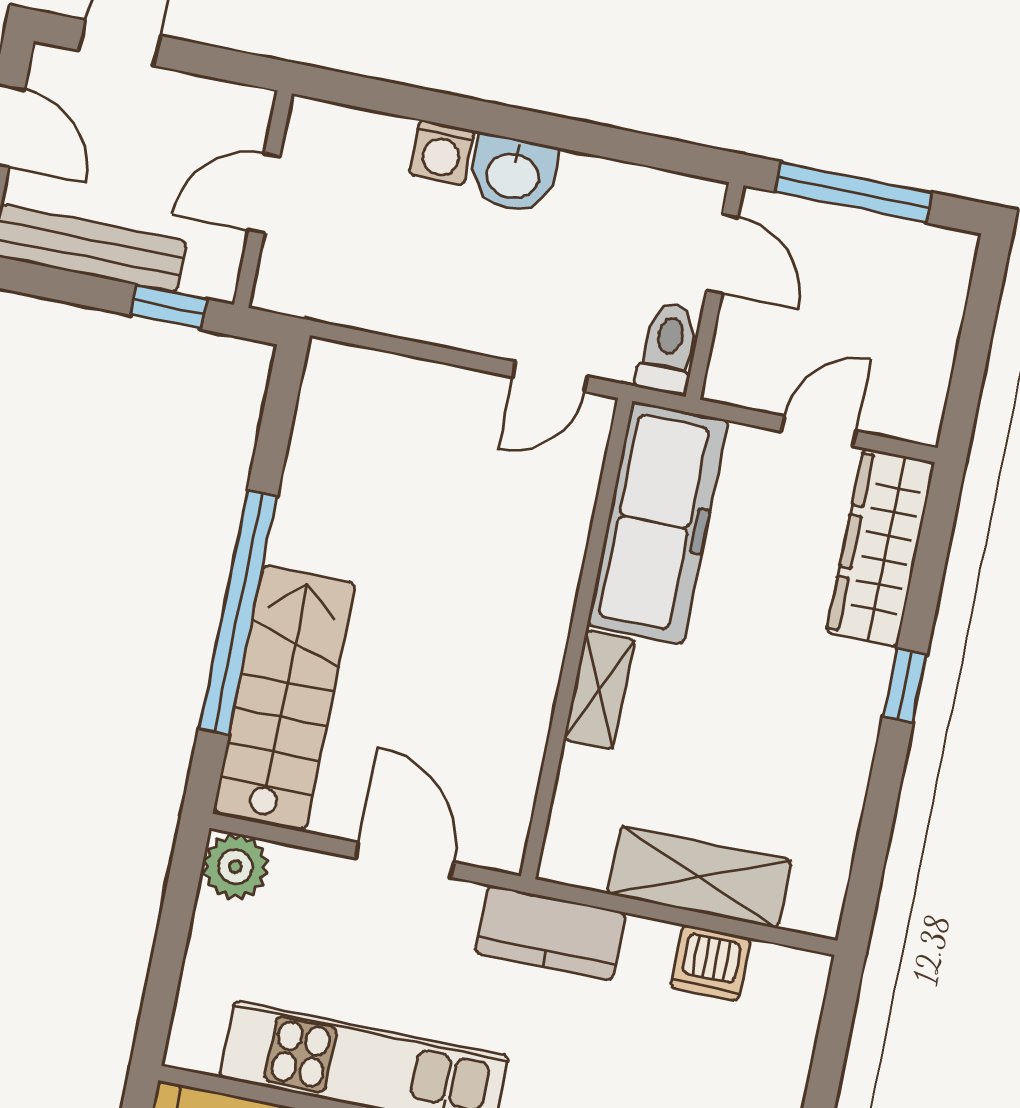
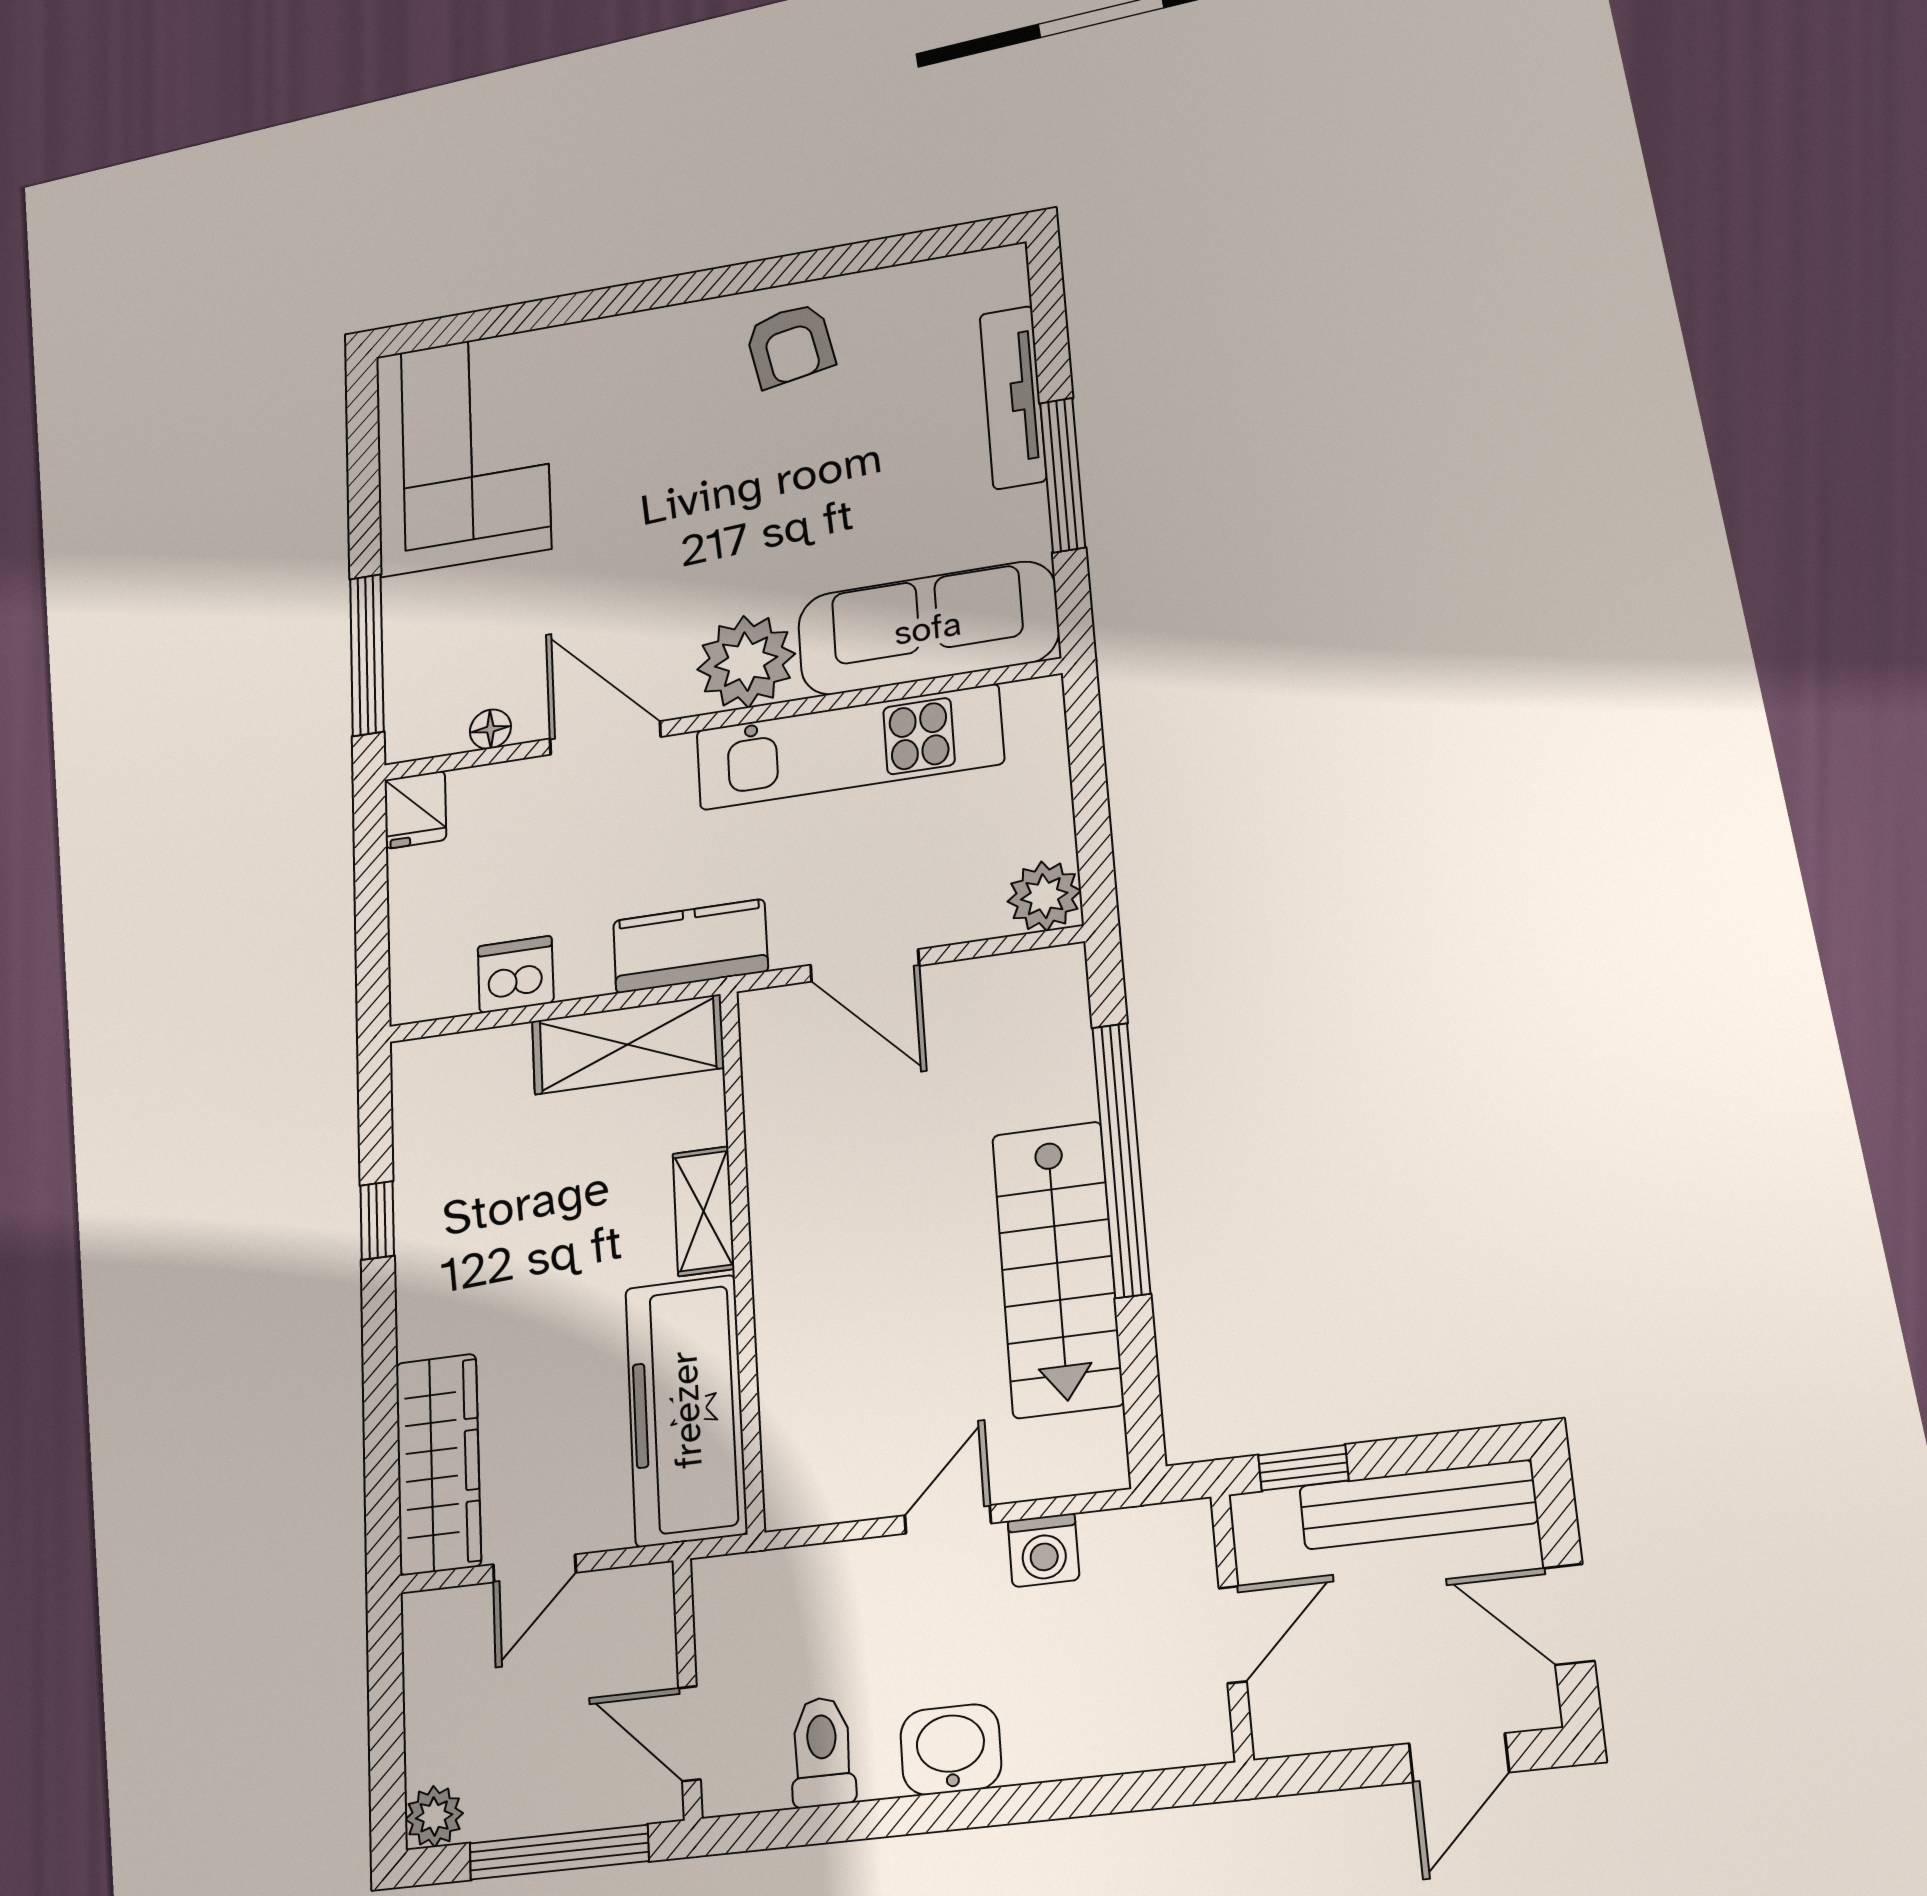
washing machine: (442, 153) -> (1044, 1550), moved, turned 180
plant: (951, 254) -> (434, 1816), added
toilet: (668, 348) -> (822, 1752), moved, turned 180
door: (550, 377) -> (948, 1519), moved
window: (905, 686) -> (377, 1220), moved
stairs: (284, 697) -> (1057, 1269), moved
shelving: (699, 877) -> (628, 1044), moved

